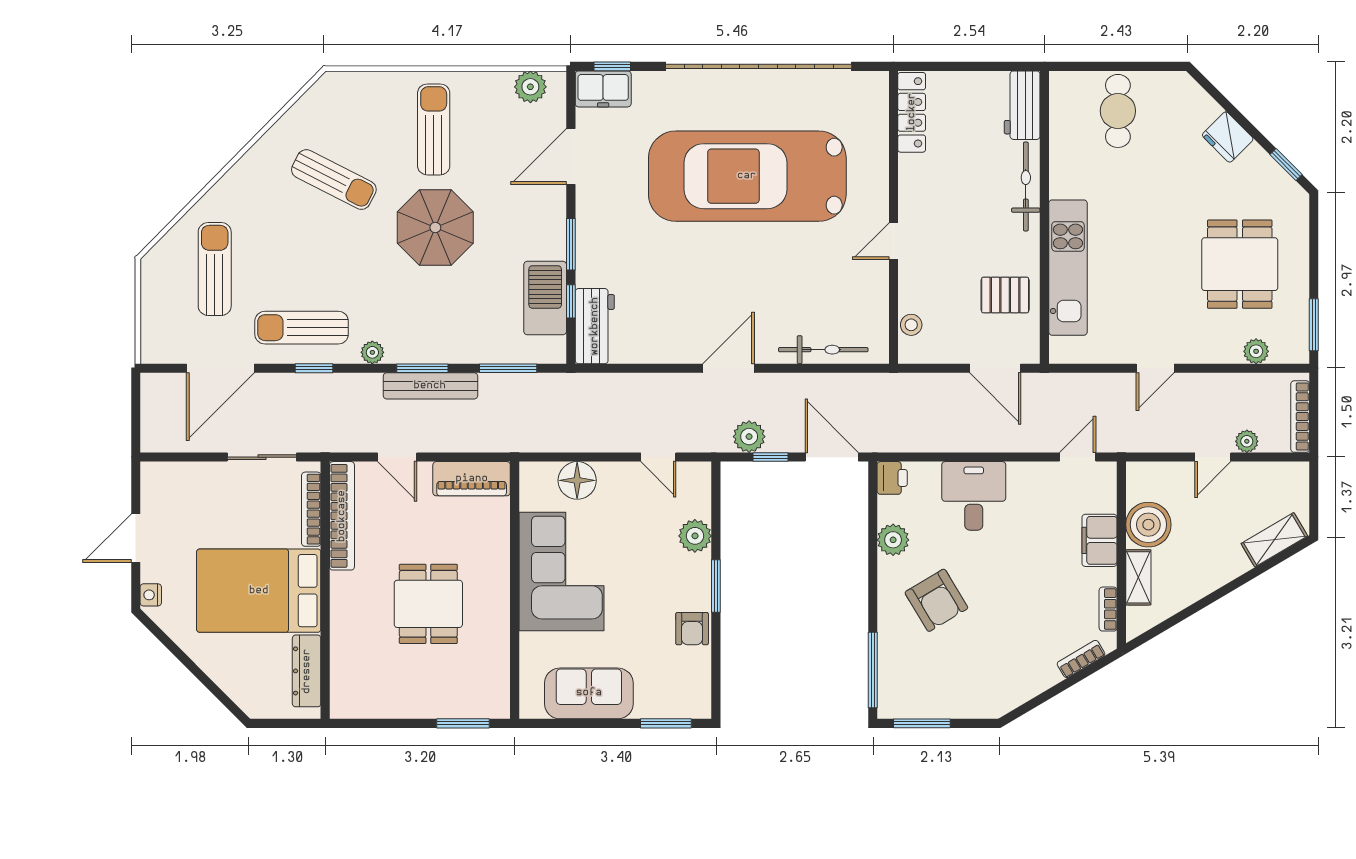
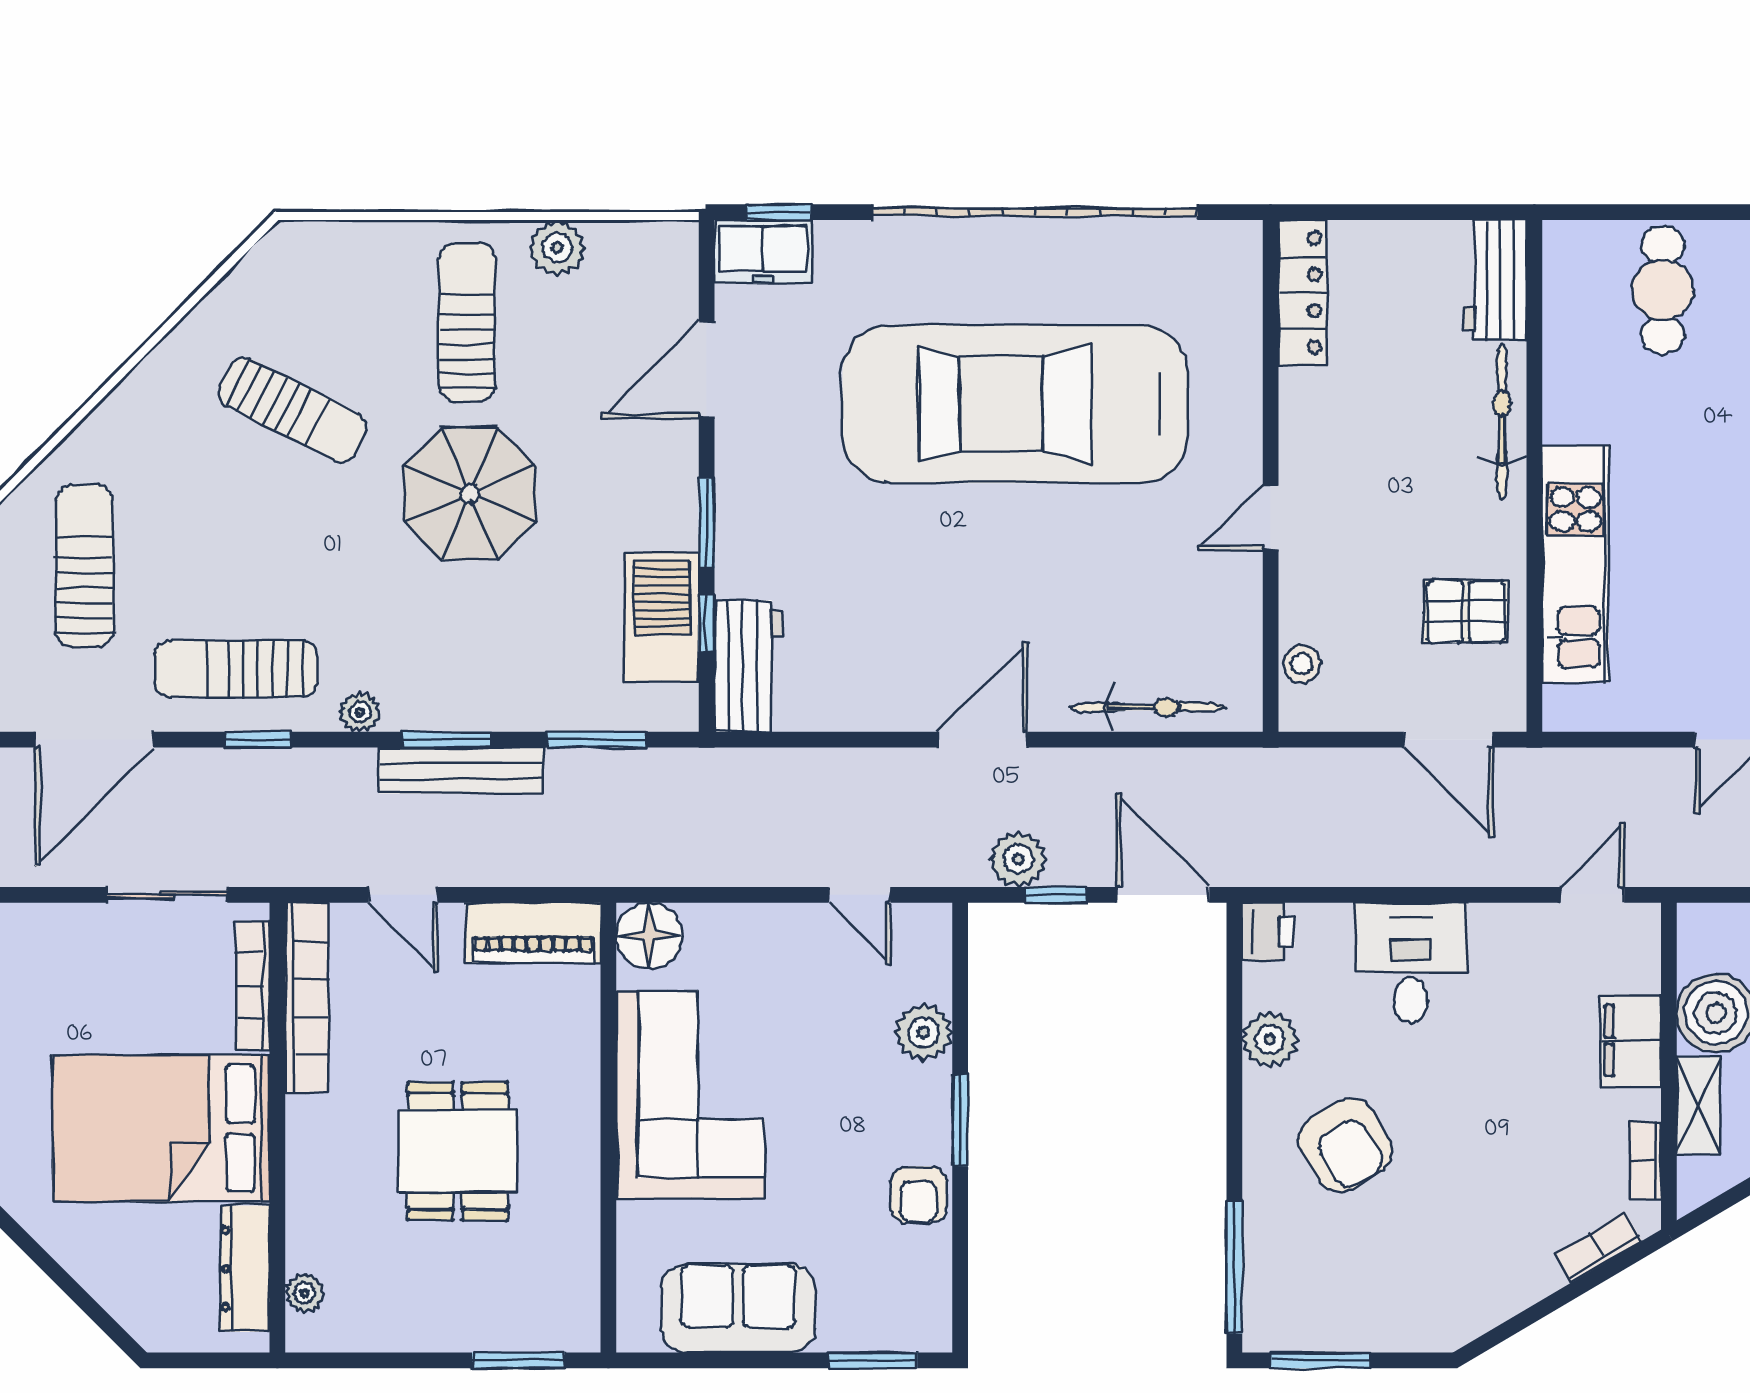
plant: (530, 87) -> (557, 248), moved
floor lamp: (577, 480) -> (649, 936), moved
plant: (341, 685) -> (304, 1293), added

